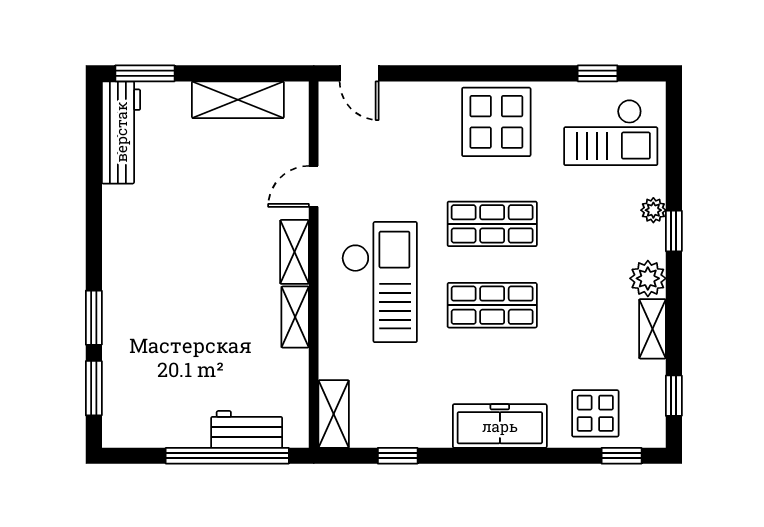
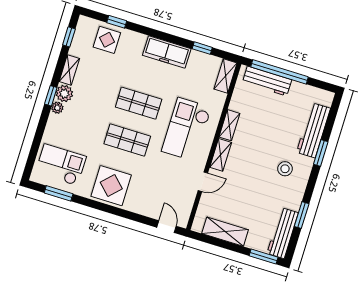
window: (598, 73) -> (59, 193), width x1.50
plant: (653, 210) -> (57, 108), moved
window: (674, 231) -> (51, 96), moved
stool: (156, 264) -> (285, 169), added
workbench: (123, 359) -> (313, 130), added
window: (94, 388) -> (302, 215), moved
freezer: (500, 426) -> (167, 52), moved
workbench: (247, 429) -> (267, 81), width x1.38
window: (622, 456) -> (117, 22), moved

